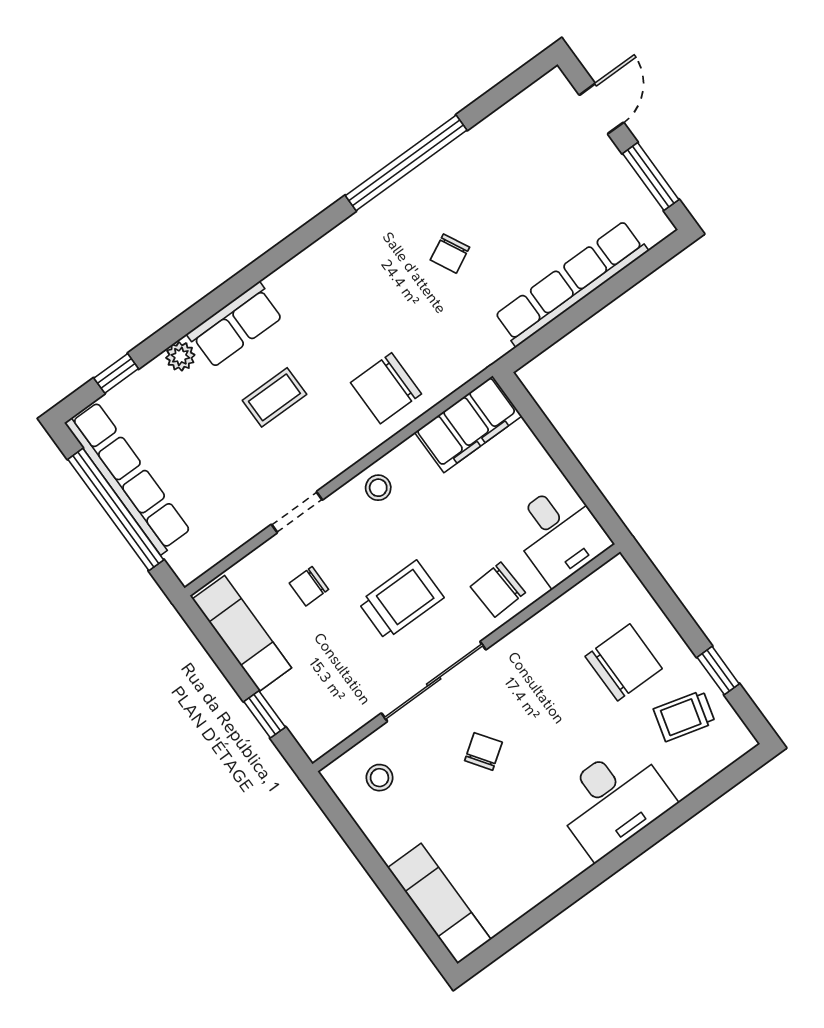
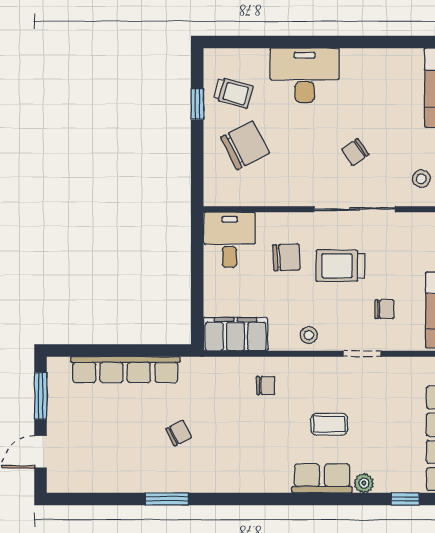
window: (406, 163) -> (167, 499), width x0.47
chair: (386, 388) -> (266, 386), width x0.54, depth x0.54
chair: (498, 590) -> (286, 257), moved
chair: (624, 662) -> (245, 145), turned 153

